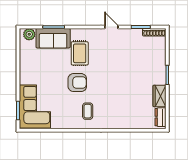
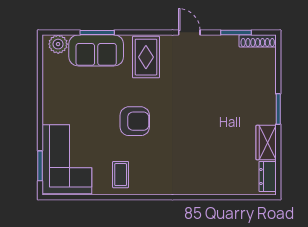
rug: (80, 53) -> (146, 57), moved
coffee table: (88, 111) -> (121, 175), moved

